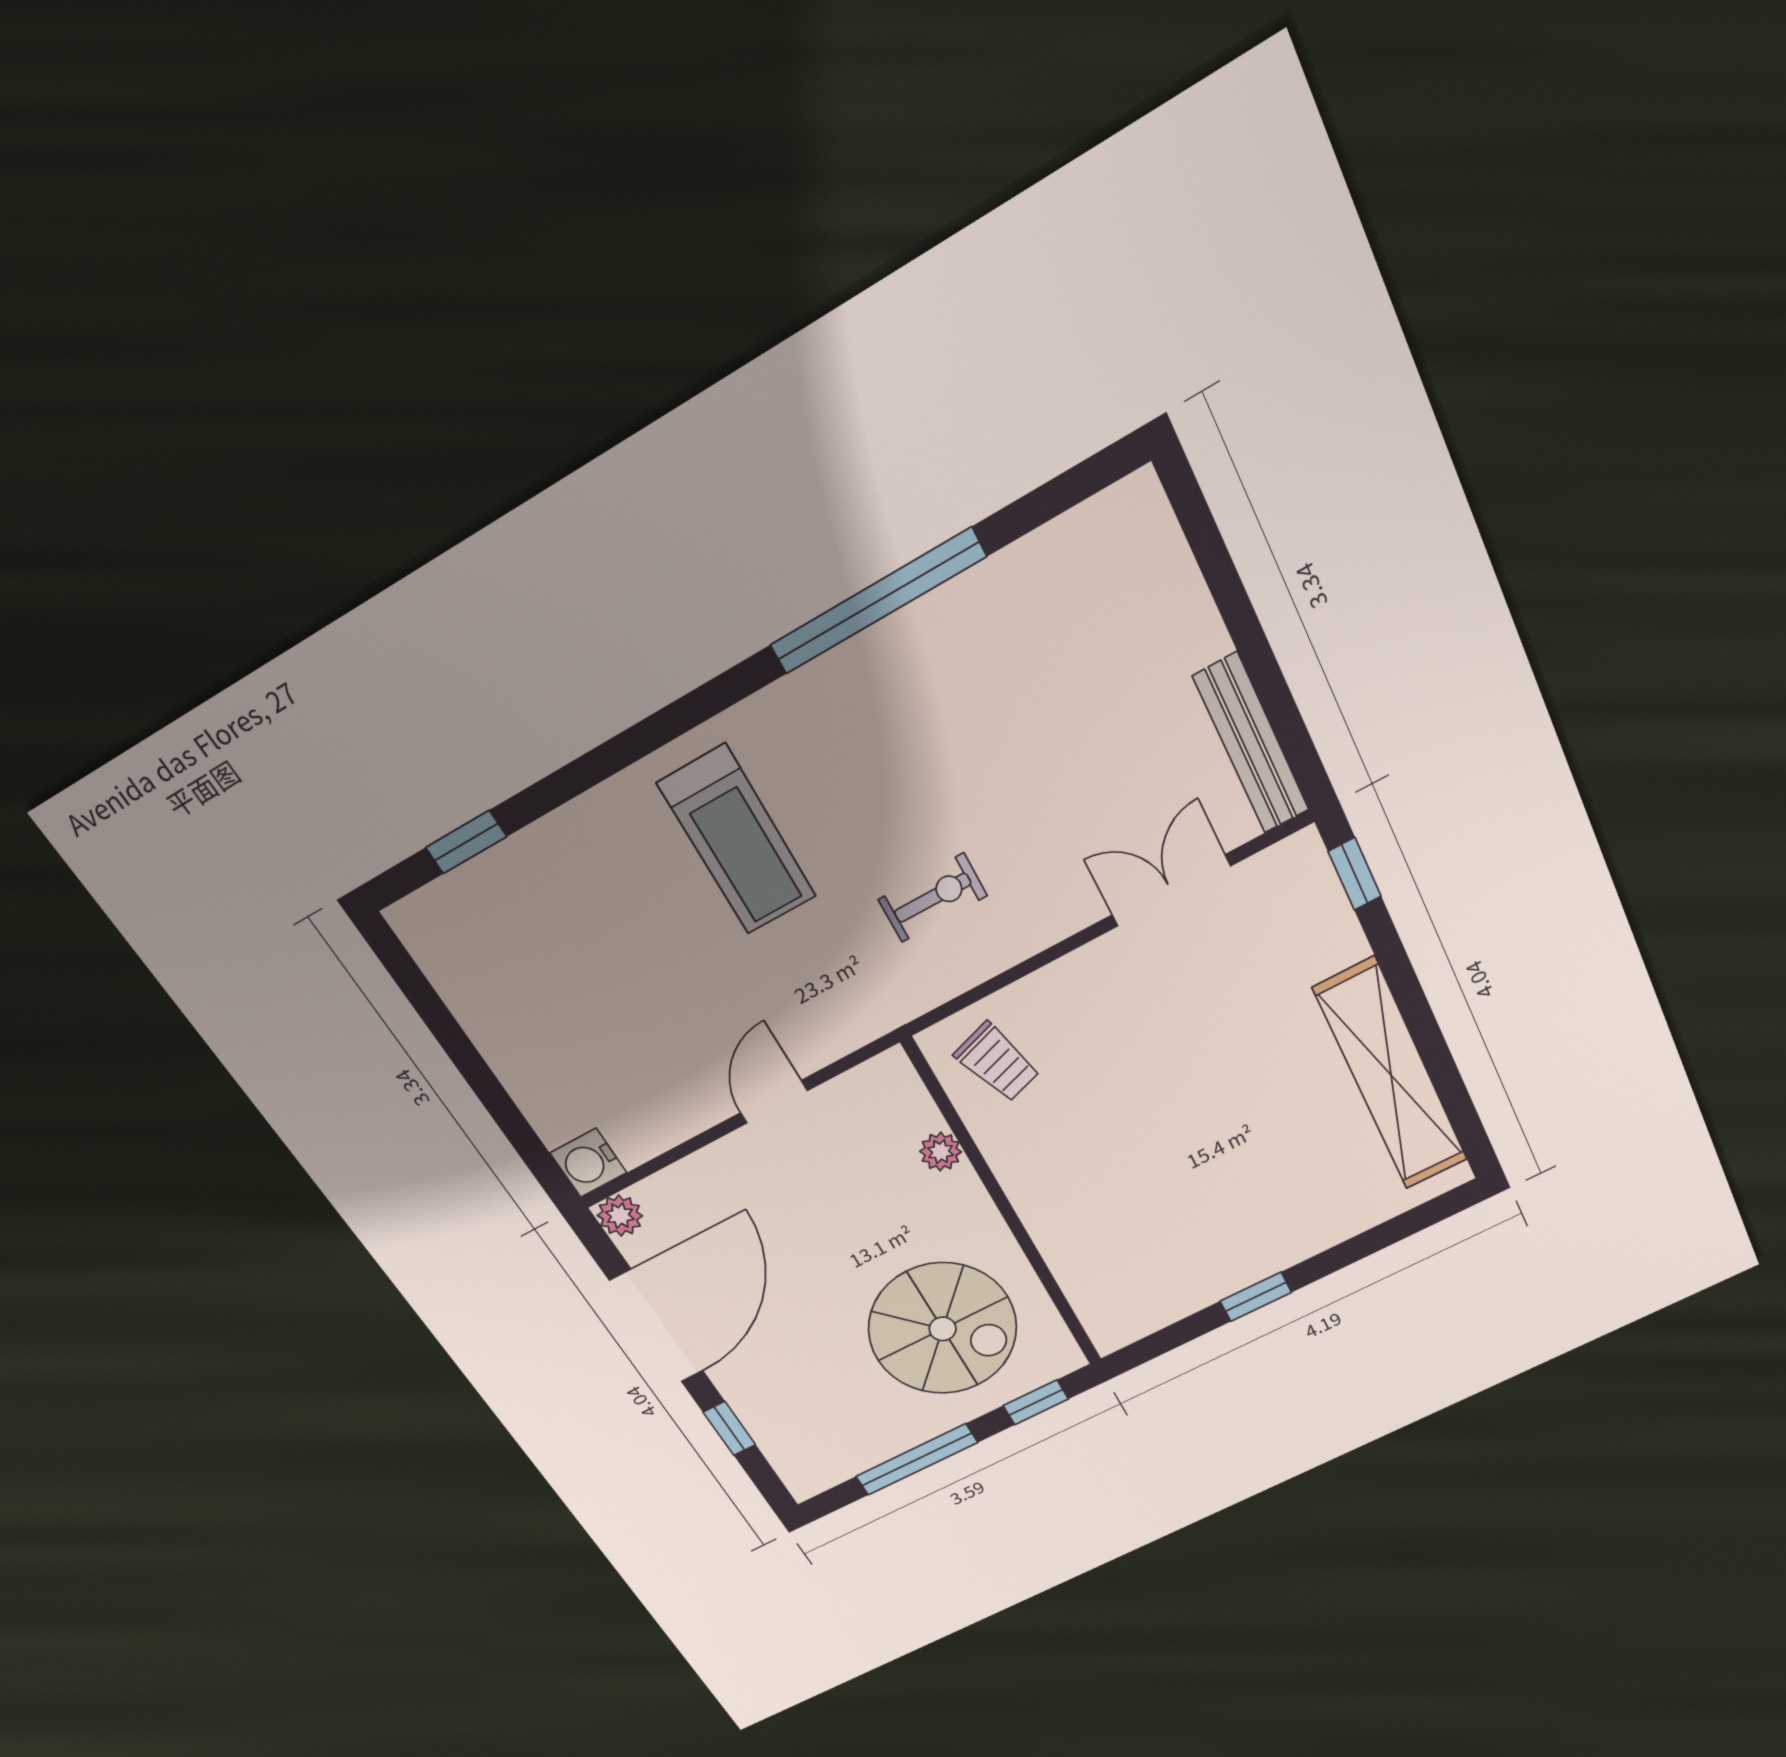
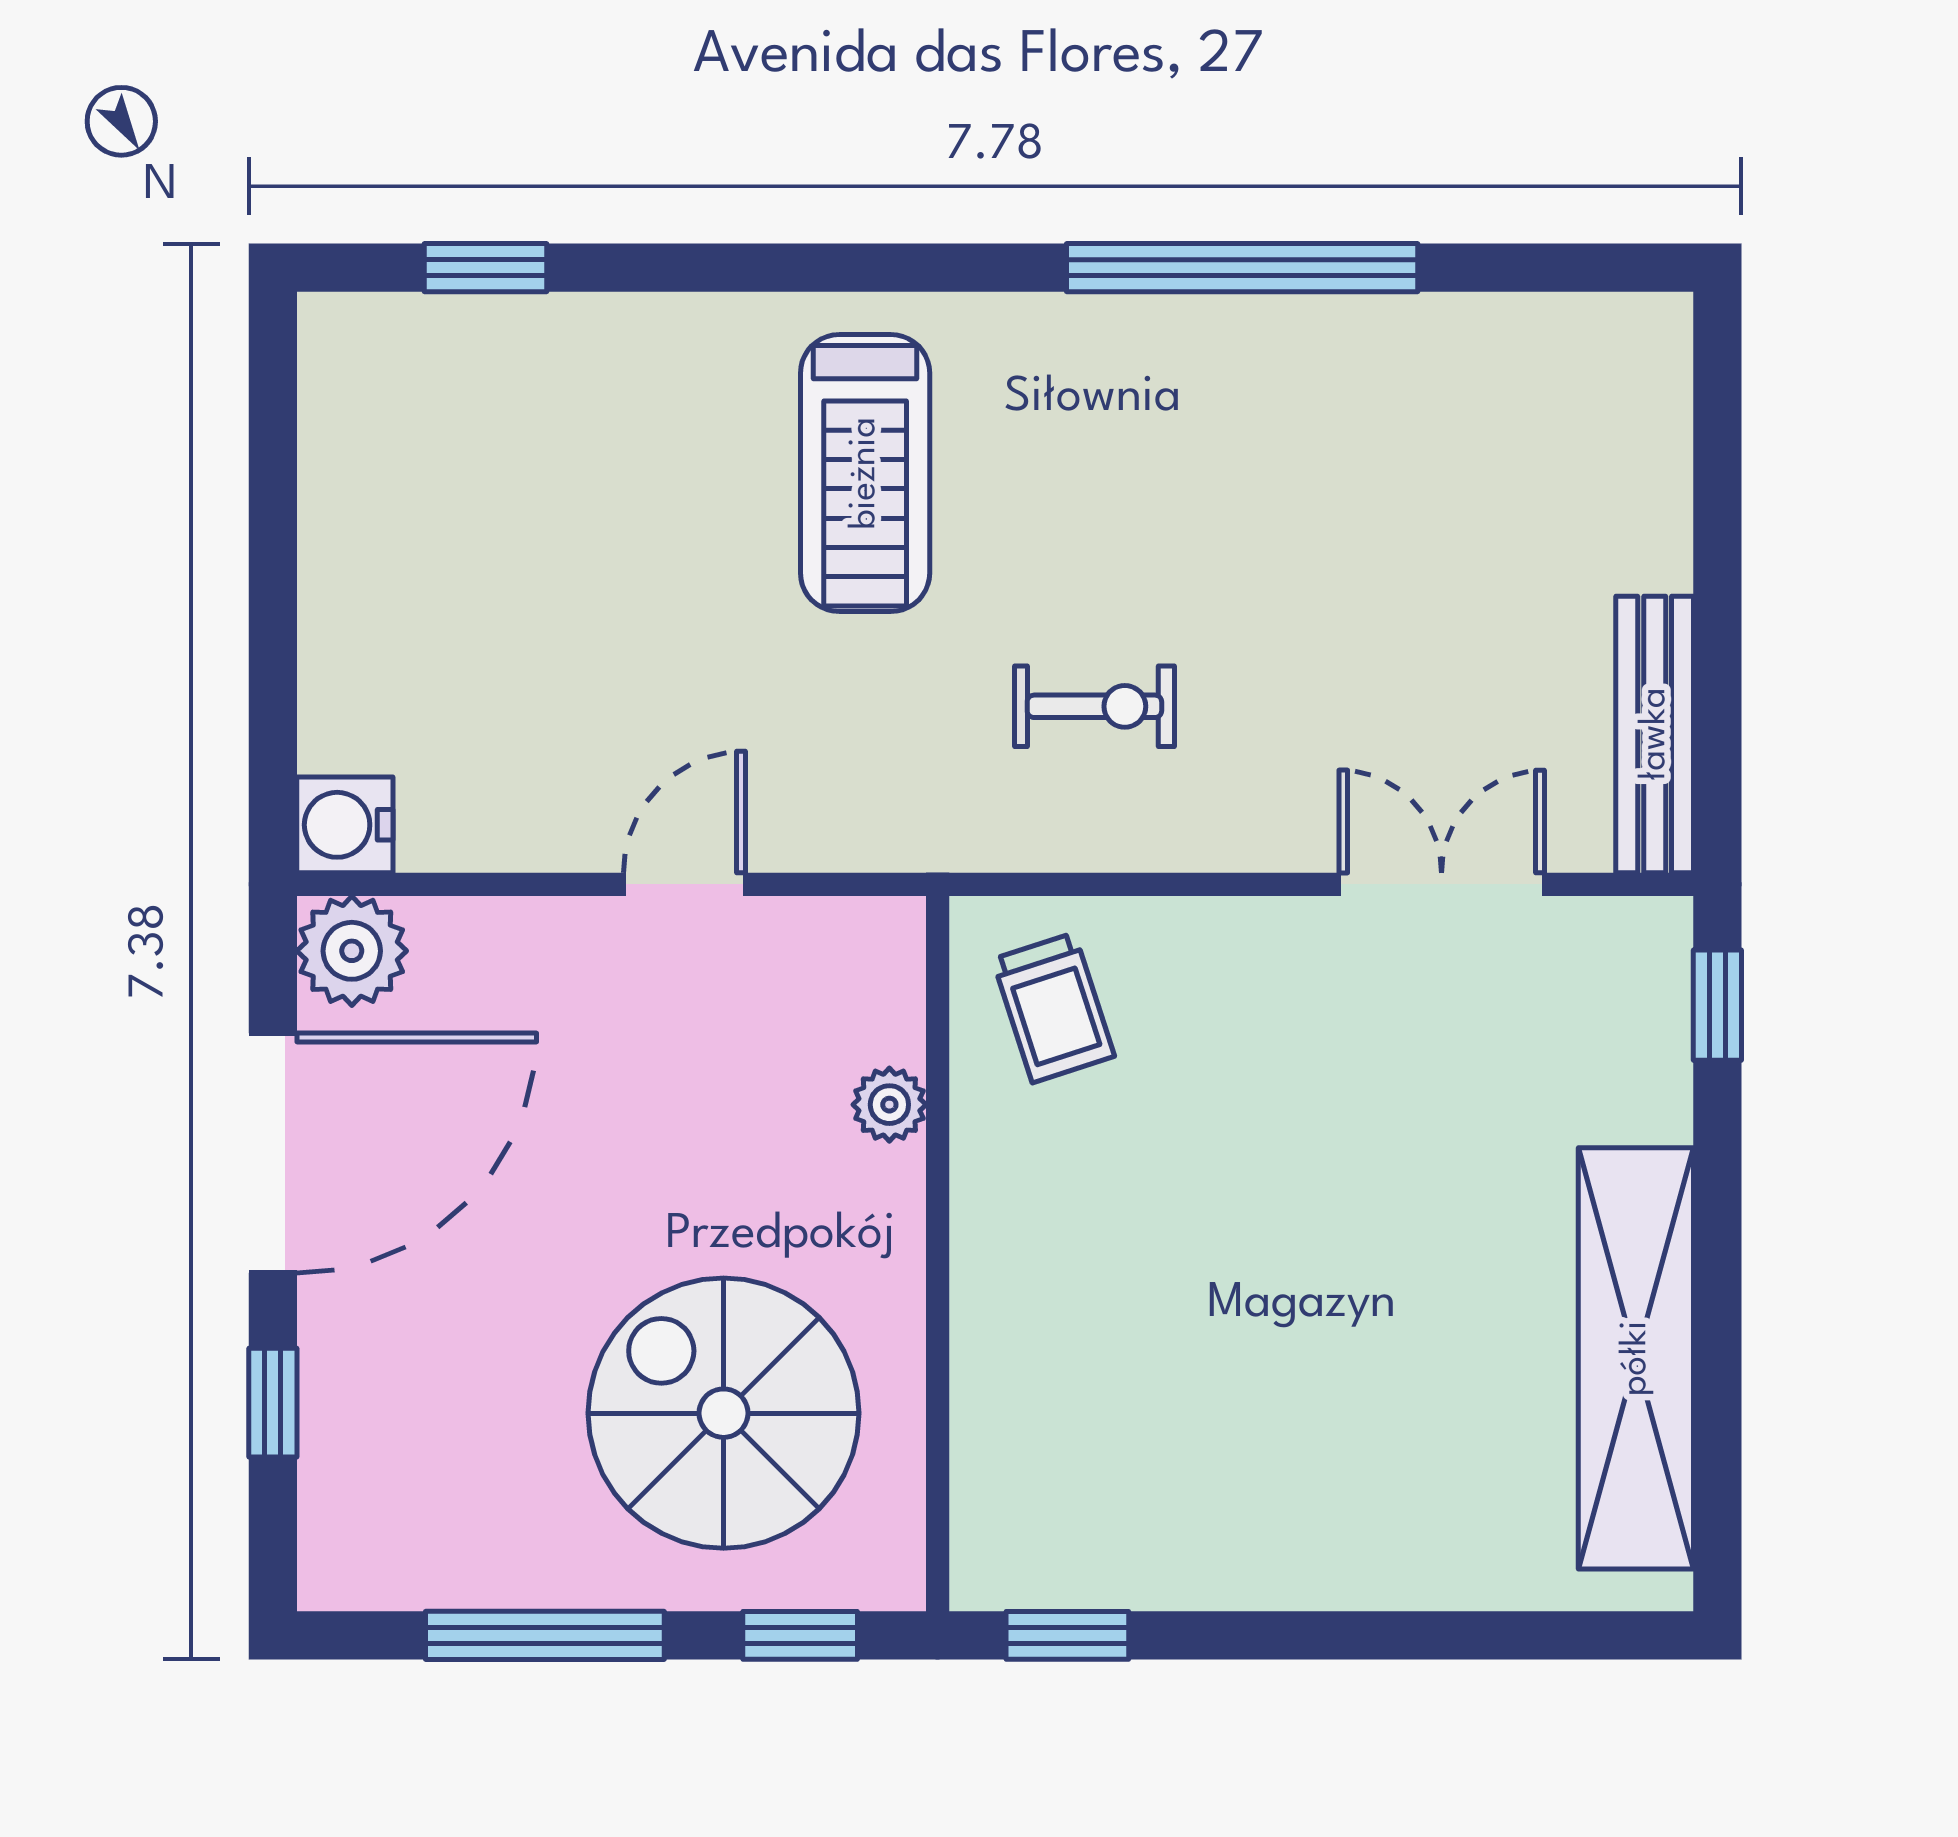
plant: (620, 1216) -> (352, 951), width x1.38, depth x1.38
window: (1256, 1297) -> (1067, 1635), moved
spiral stairs: (943, 1329) -> (724, 1413), turned 180

